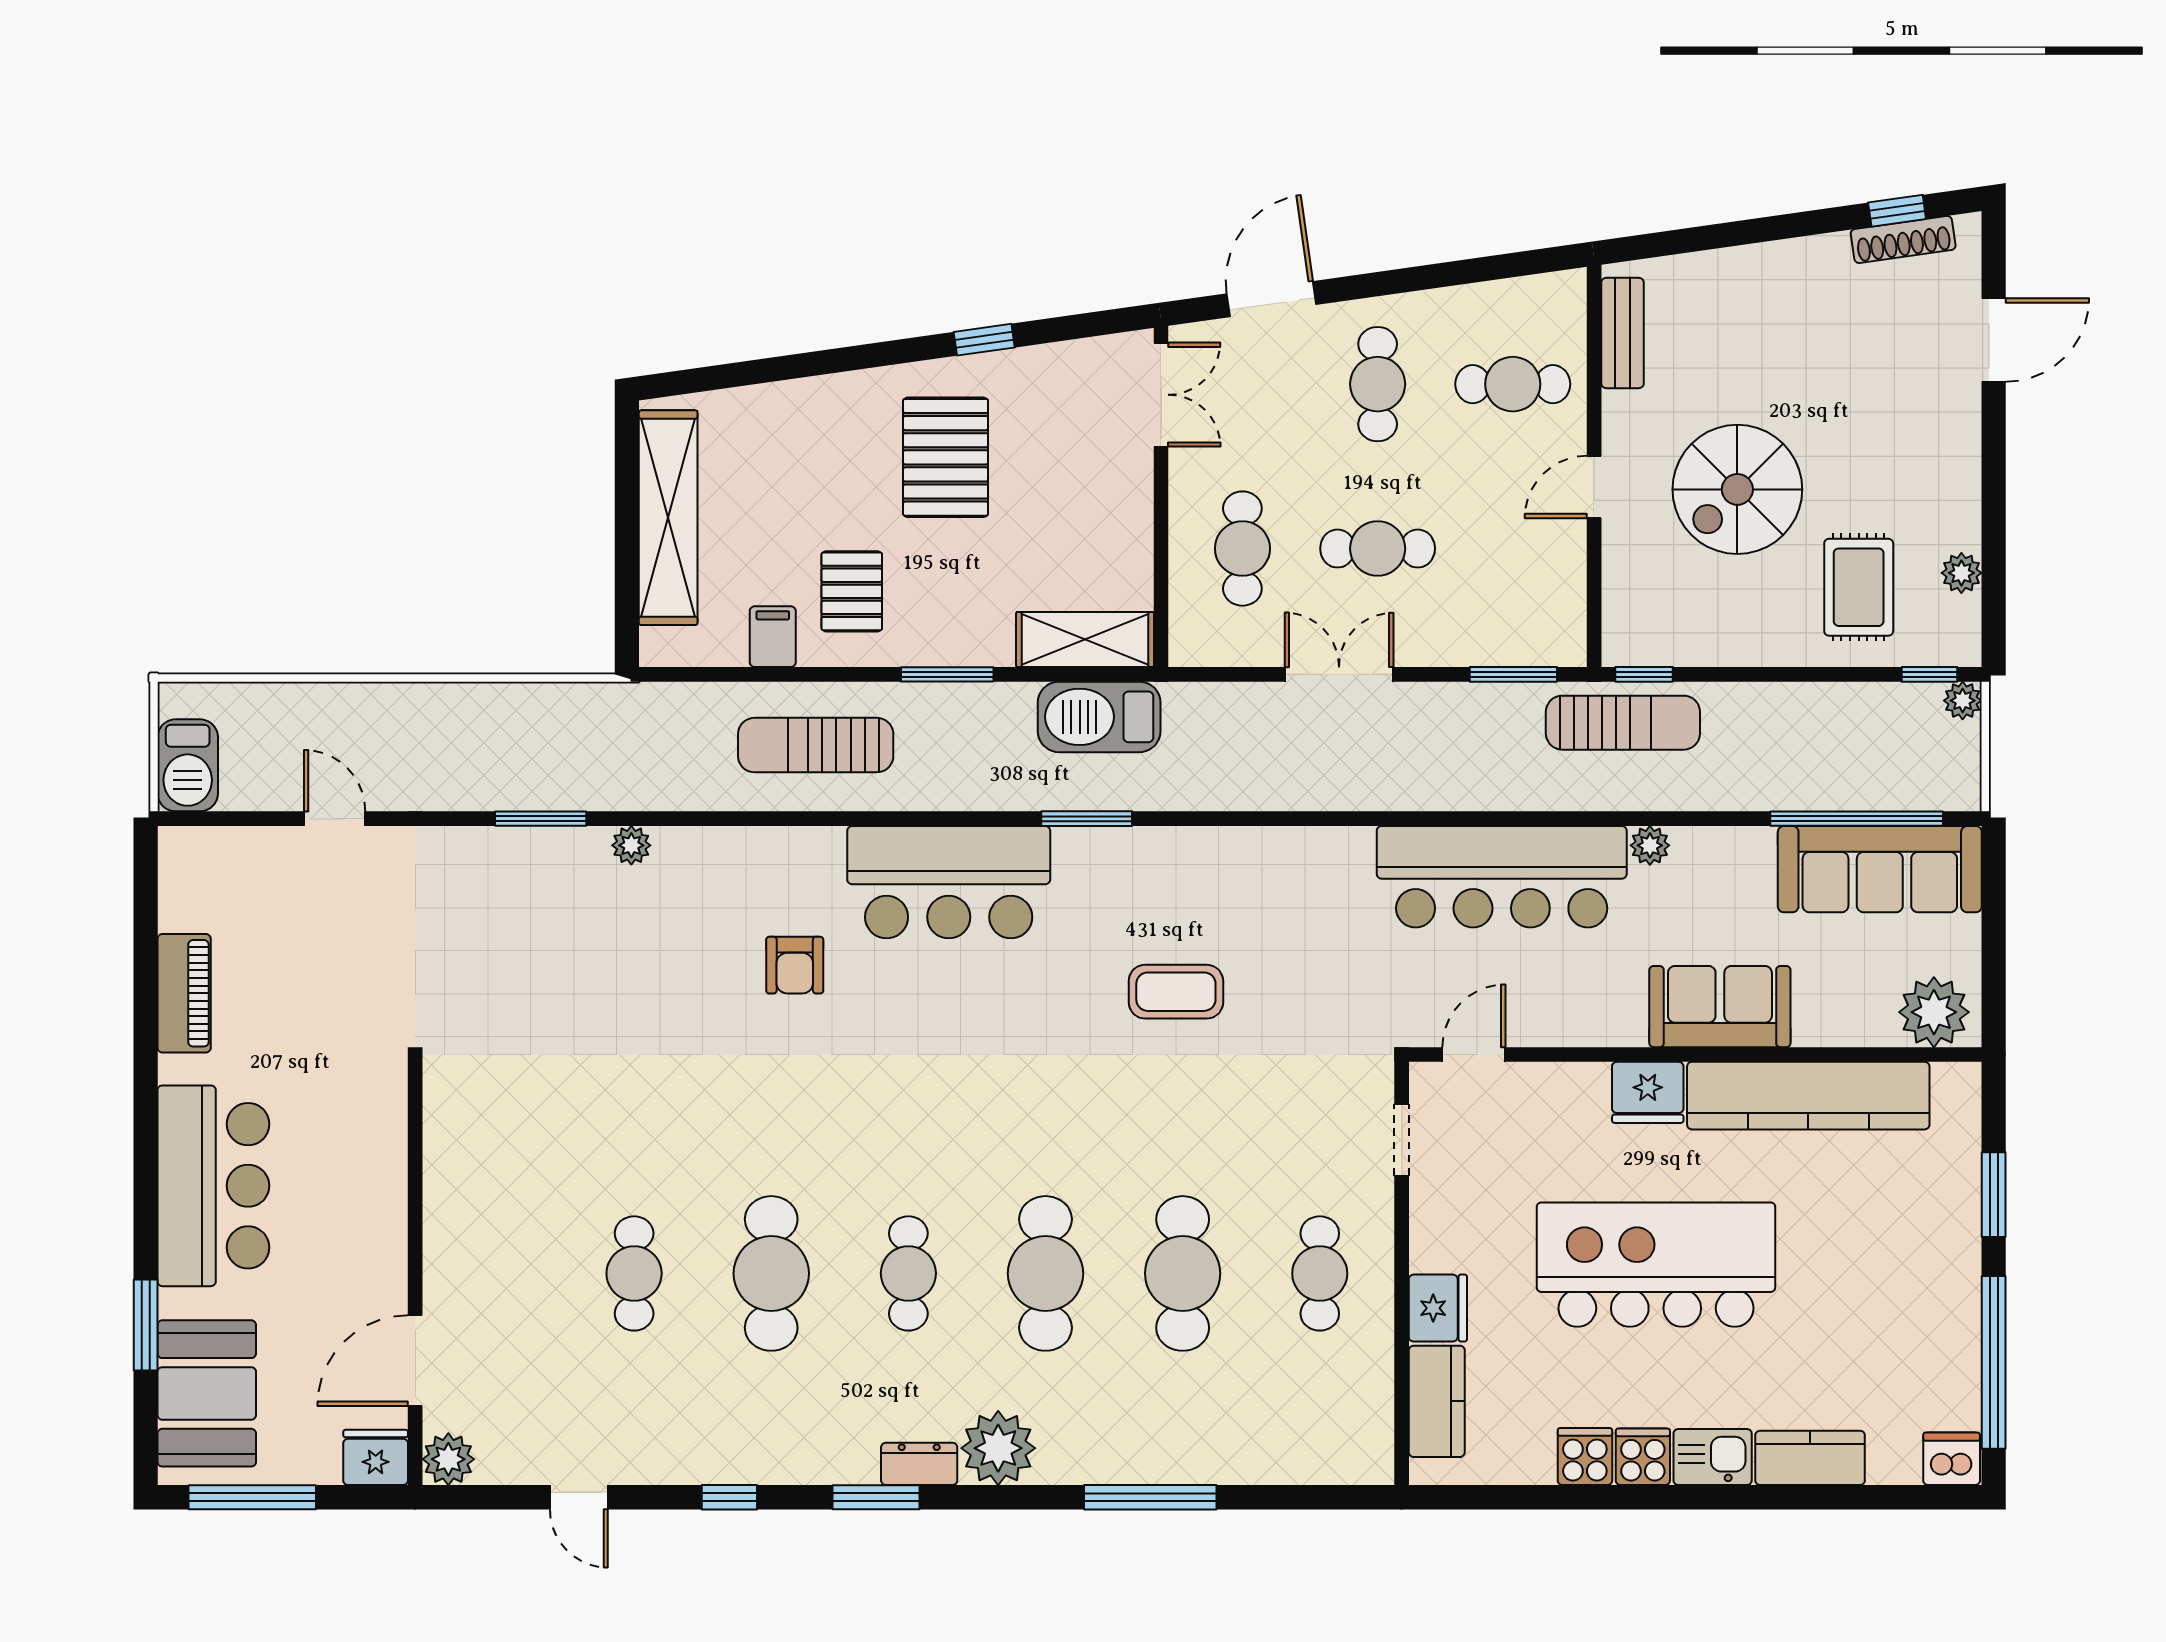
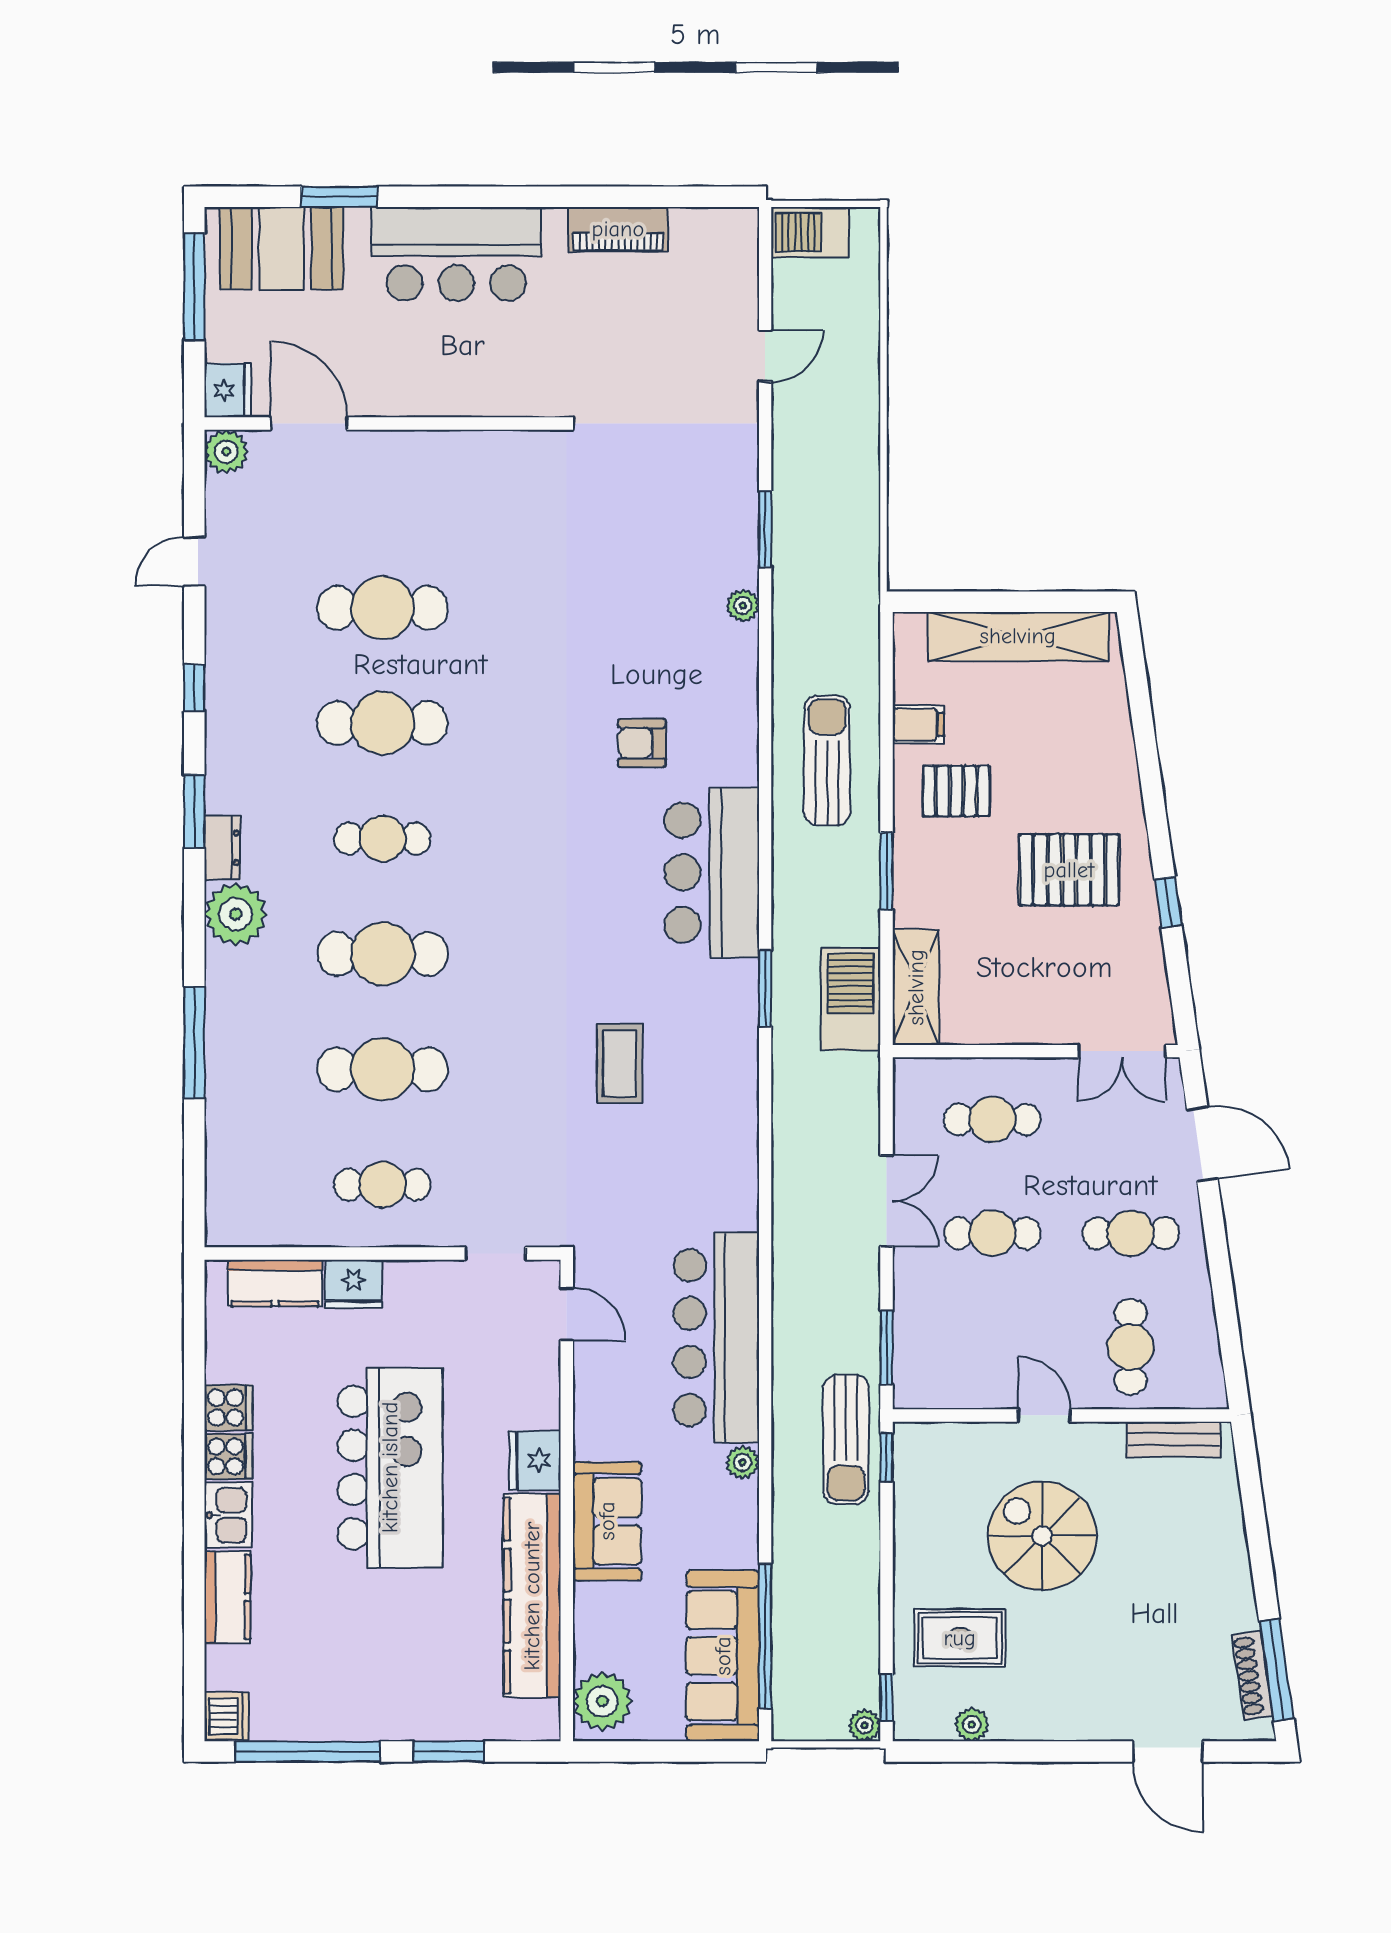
window: (1897, 211) -> (1277, 1670), width x2.17
cafe table: (1378, 549) -> (992, 1233), turned 90
cafe table: (634, 1273) -> (383, 608), width x1.37, depth x1.35

